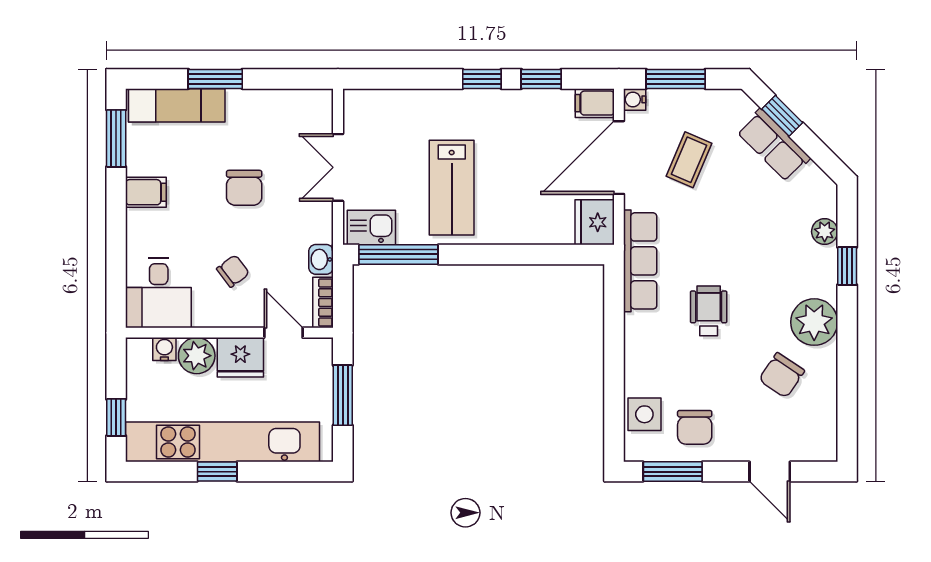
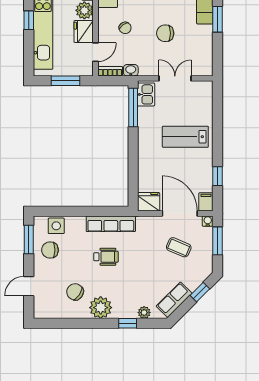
window: (482, 79) -> (218, 148), removed
row of seats: (774, 145) -> (174, 300), moved
lab bench: (452, 188) -> (185, 137), moved
row of seats: (640, 261) -> (111, 224), moved

